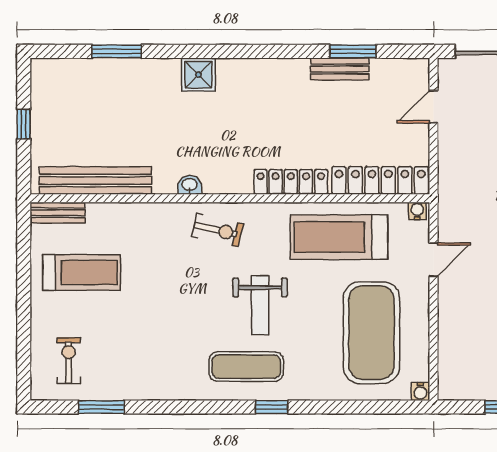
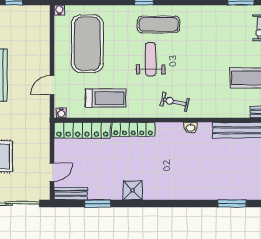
bench: (340, 69) -> (71, 194), moved
shower: (198, 75) -> (132, 190), moved
treadmill: (339, 237) -> (106, 98), width x0.73, depth x0.73

